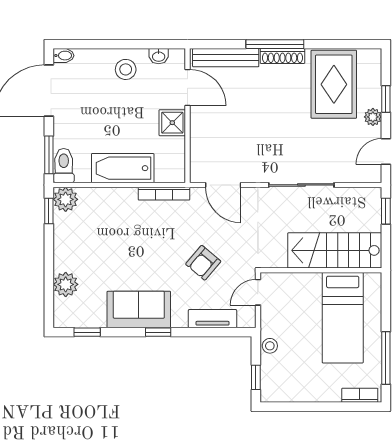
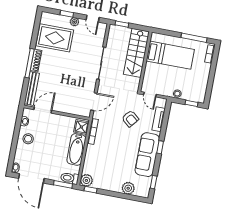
shower: (172, 123) -> (81, 127), moved
sofa: (139, 309) -> (147, 155), width x1.36

